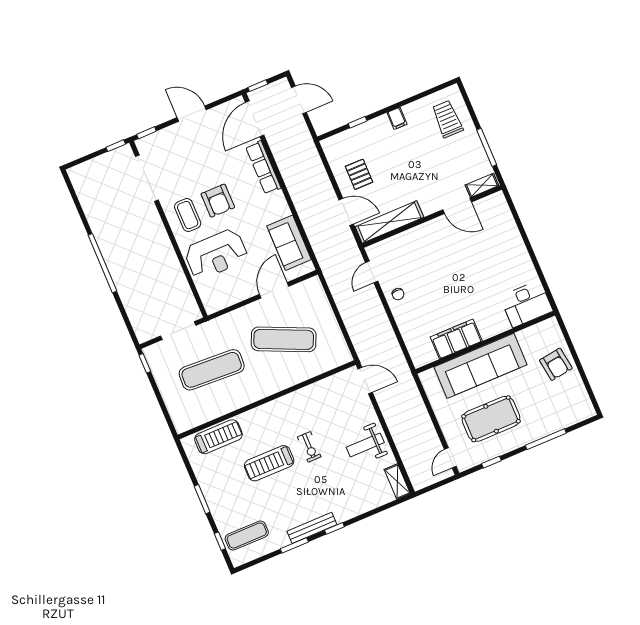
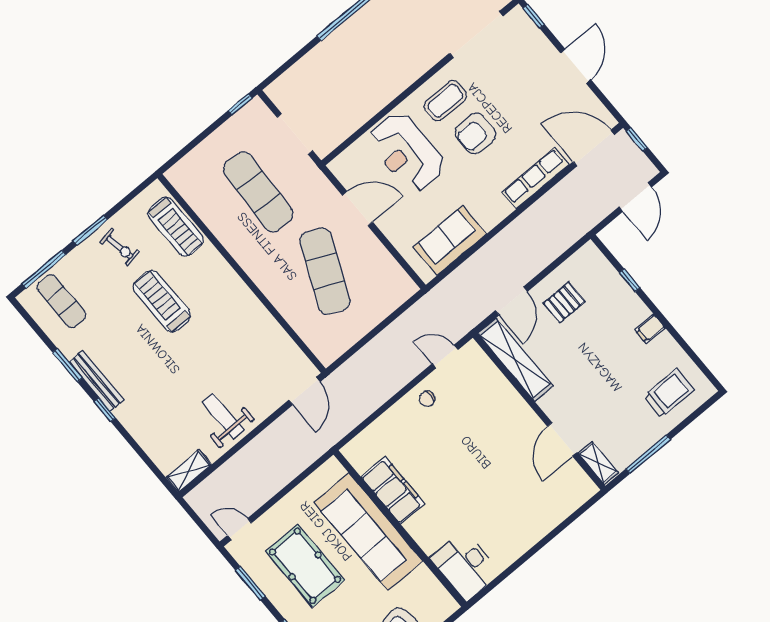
door: (274, 290) -> (357, 209), moved
exercise bike: (309, 447) -> (120, 247), moved, turned -100
window: (491, 462) -> (250, 583), width x1.50
window: (220, 541) -> (44, 269), width x2.17

